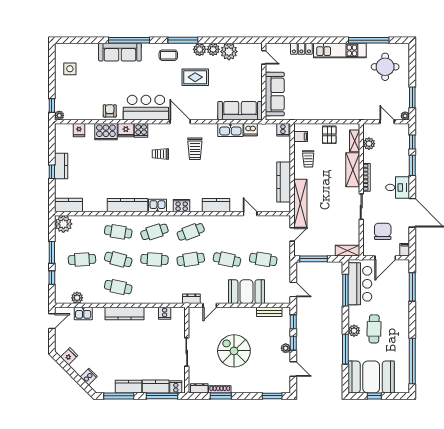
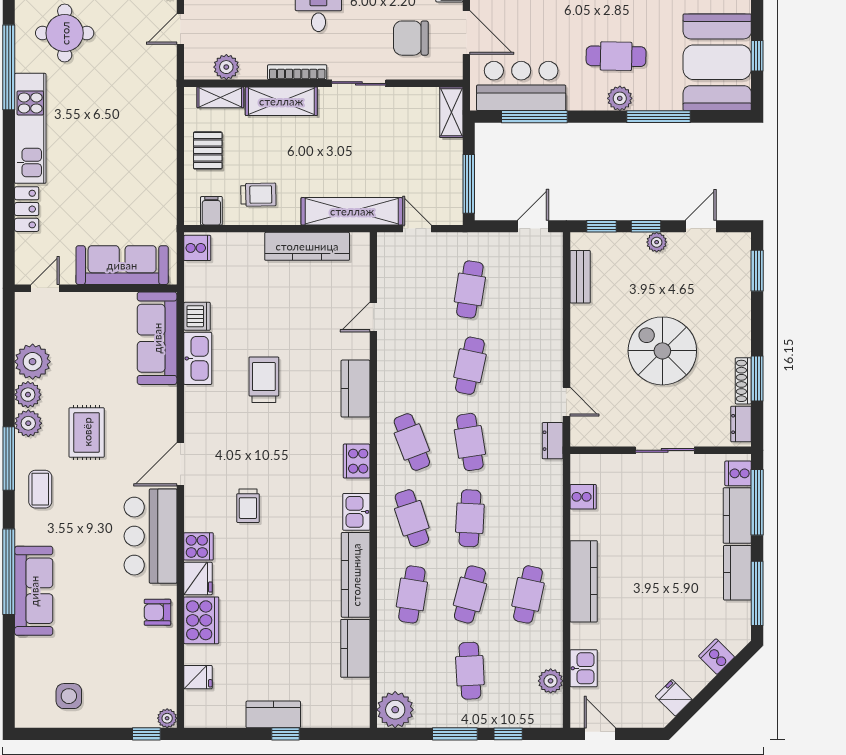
pallet: (329, 135) -> (208, 150), turned 90
trolley: (195, 149) -> (264, 380), moved, turned -90
kitchen counter: (69, 205) -> (355, 648), moved
booth: (246, 292) -> (538, 325), removed
spiral stairs: (234, 351) -> (662, 351), turned 90

